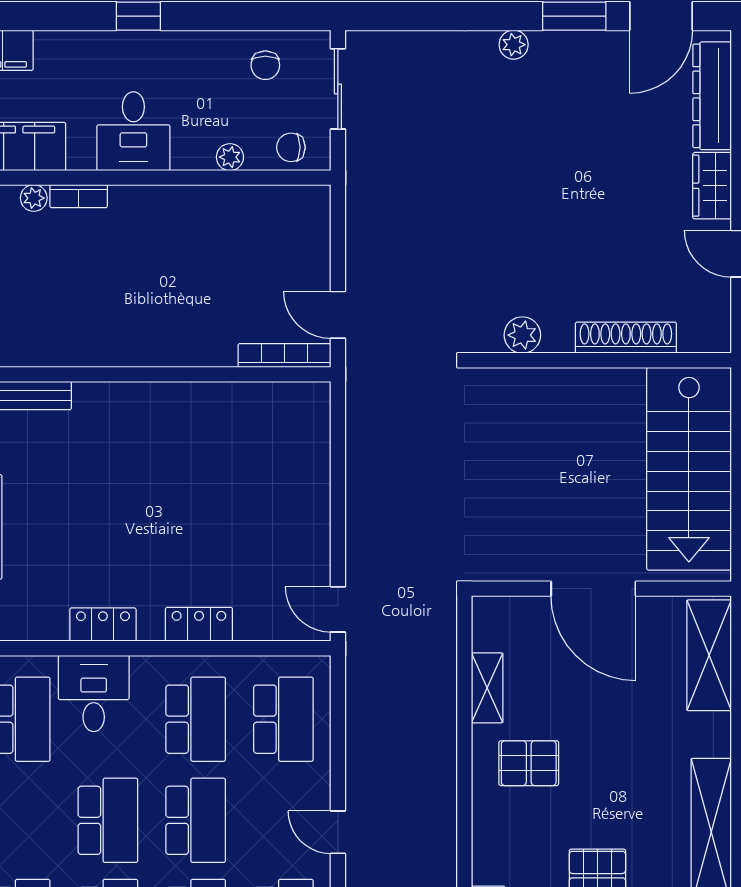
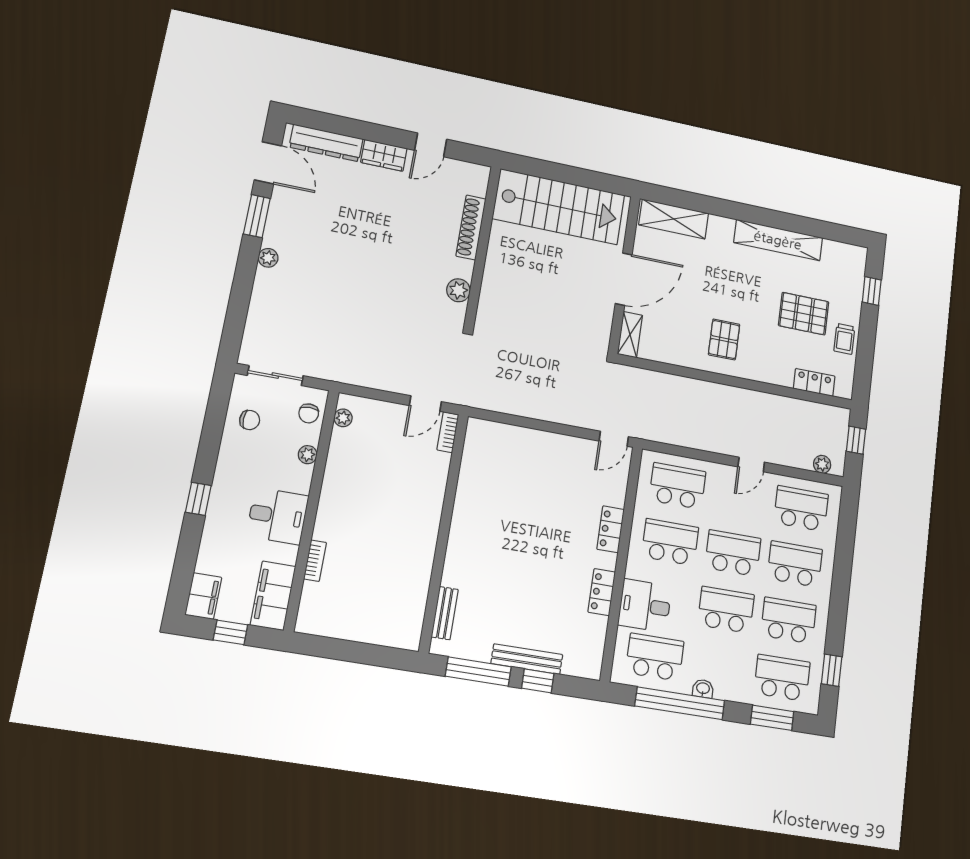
plant: (34, 198) -> (343, 418), moved
bookcase: (284, 355) -> (448, 432), width x0.64
shelving: (487, 688) -> (630, 335), moved, turned 90

